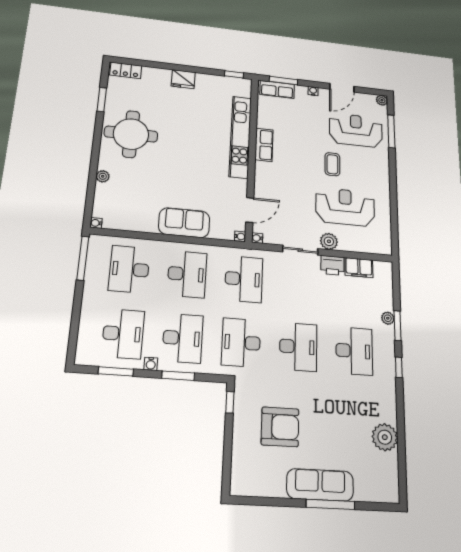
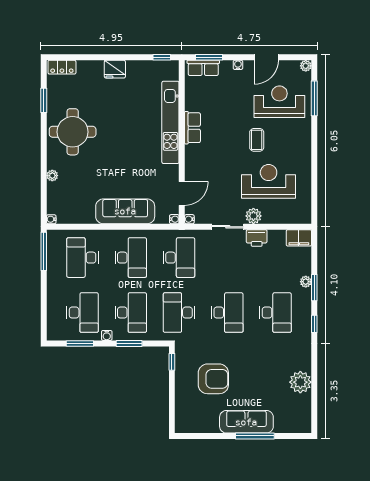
sofa: (184, 223) -> (125, 211), width x1.36
filing cabinet: (359, 268) -> (299, 238), moved

